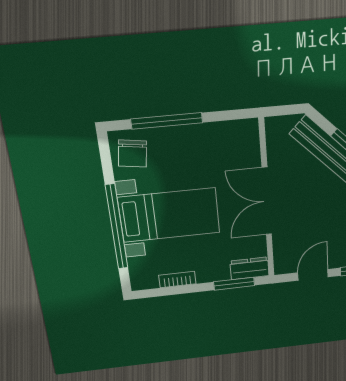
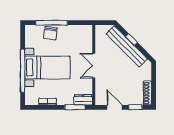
chair: (132, 154) -> (50, 33), moved
double door: (267, 201) -> (94, 66), width x0.73
door: (313, 275) -> (115, 107), hinge flipped

